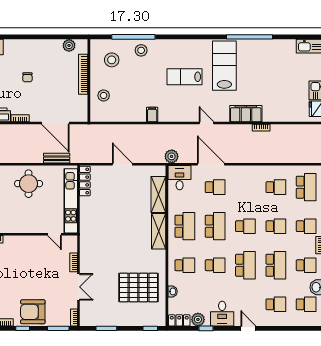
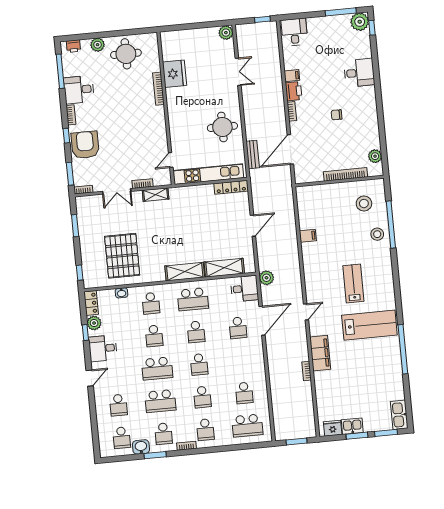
stool: (104, 95) -> (325, 199), removed
filing cabinet: (152, 115) -> (308, 236), moved
school desk: (215, 226) -> (196, 332), width x0.54
shelving: (85, 251) -> (156, 195), added

